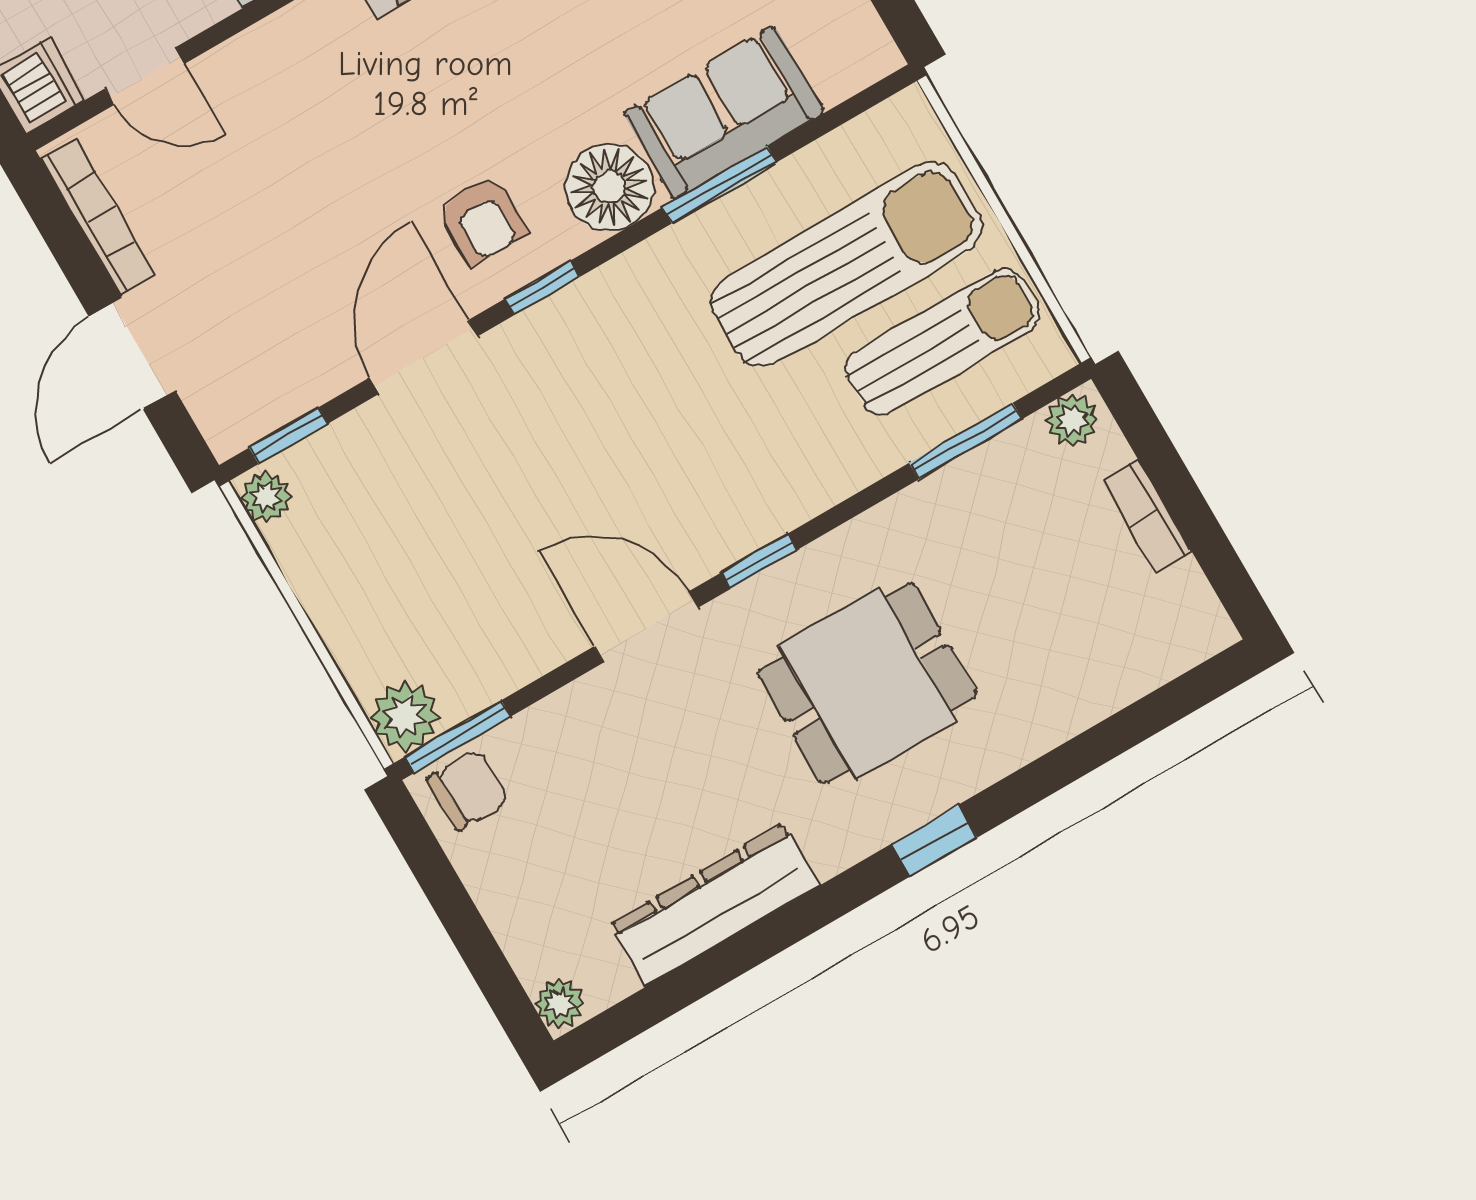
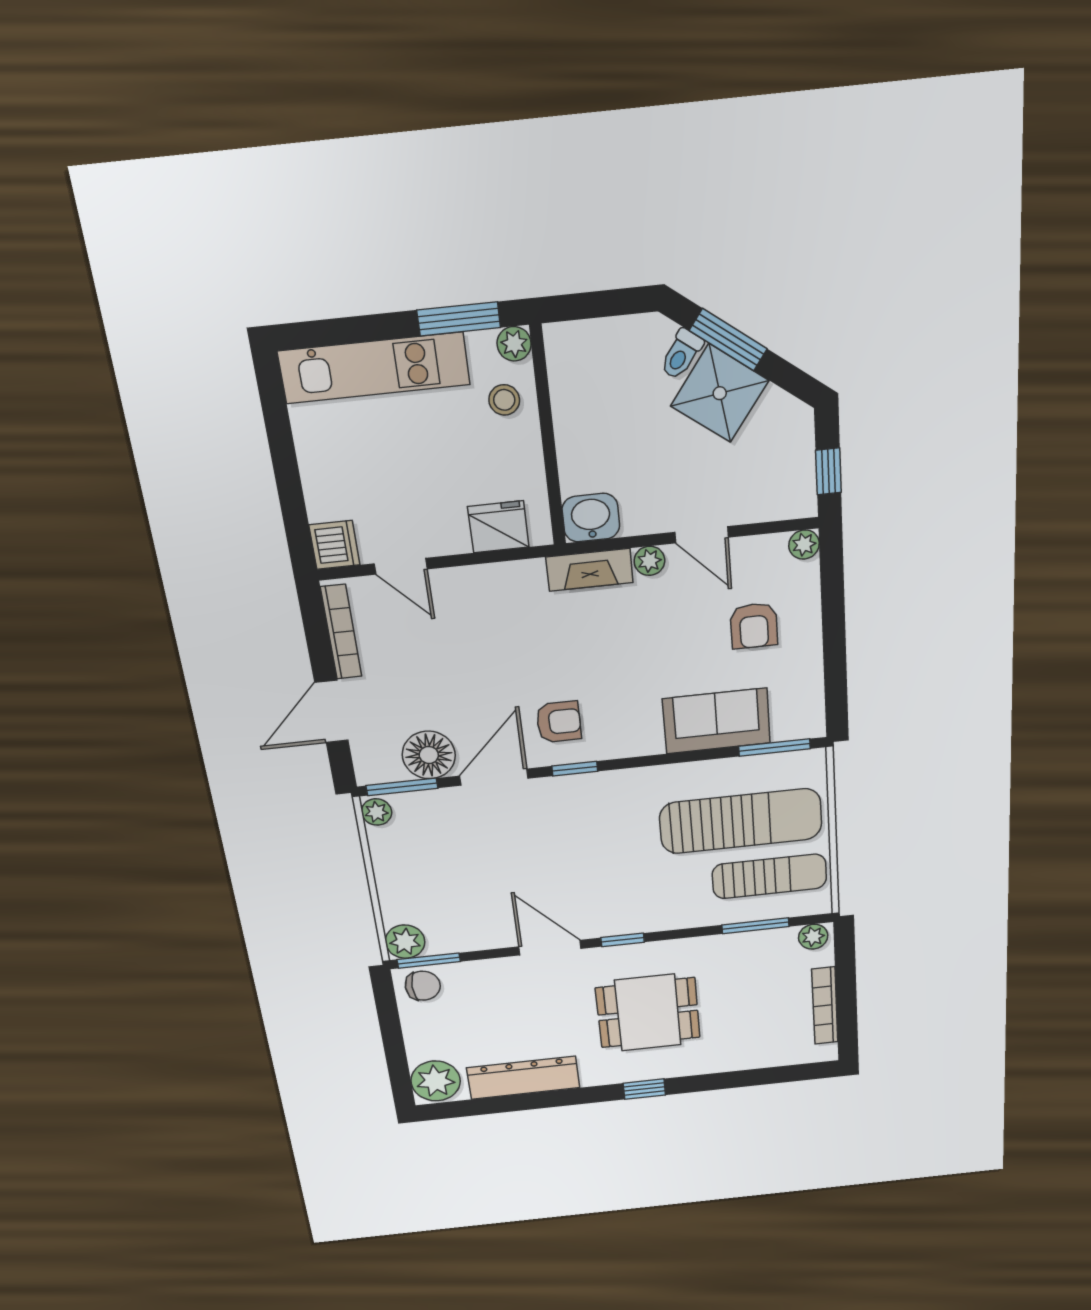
window: (719, 185) -> (774, 747), moved
floor lamp: (609, 187) -> (429, 755), moved
armchair: (483, 220) -> (559, 722), turned -90
window: (289, 436) -> (402, 787), width x1.50
bookcase: (1147, 516) -> (825, 1006), width x1.56
plant: (560, 1003) -> (436, 1081), width x1.88, depth x1.88

